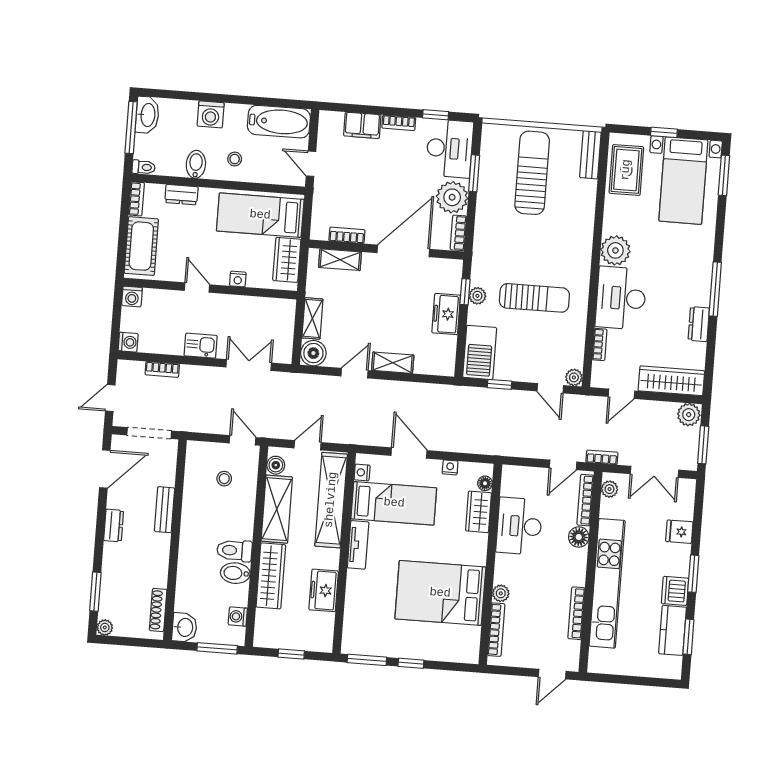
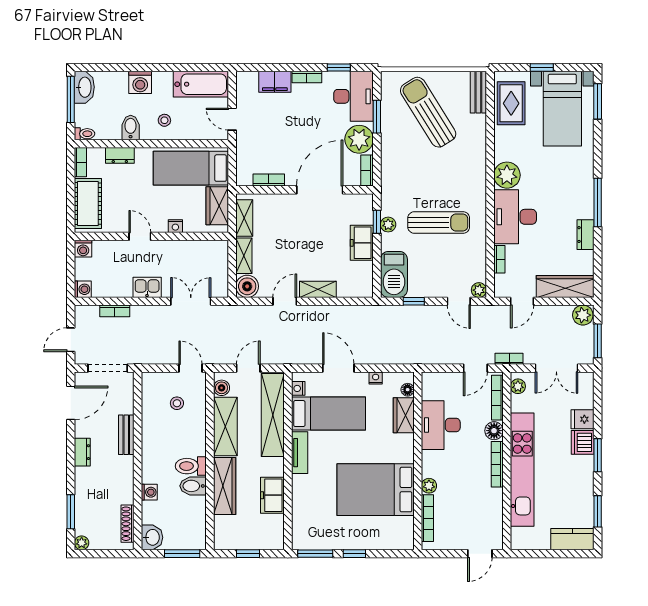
sun lounger: (532, 173) -> (428, 112), turned -32
shelving: (340, 260) -> (244, 218), moved, turned 90
dishwasher: (675, 591) -> (583, 442), moved
bookcase: (576, 613) -> (497, 464), moved
washing machine: (238, 617) -> (149, 492), moved, turned 180
kitchen counter: (673, 630) -> (572, 539), moved, turned 90

